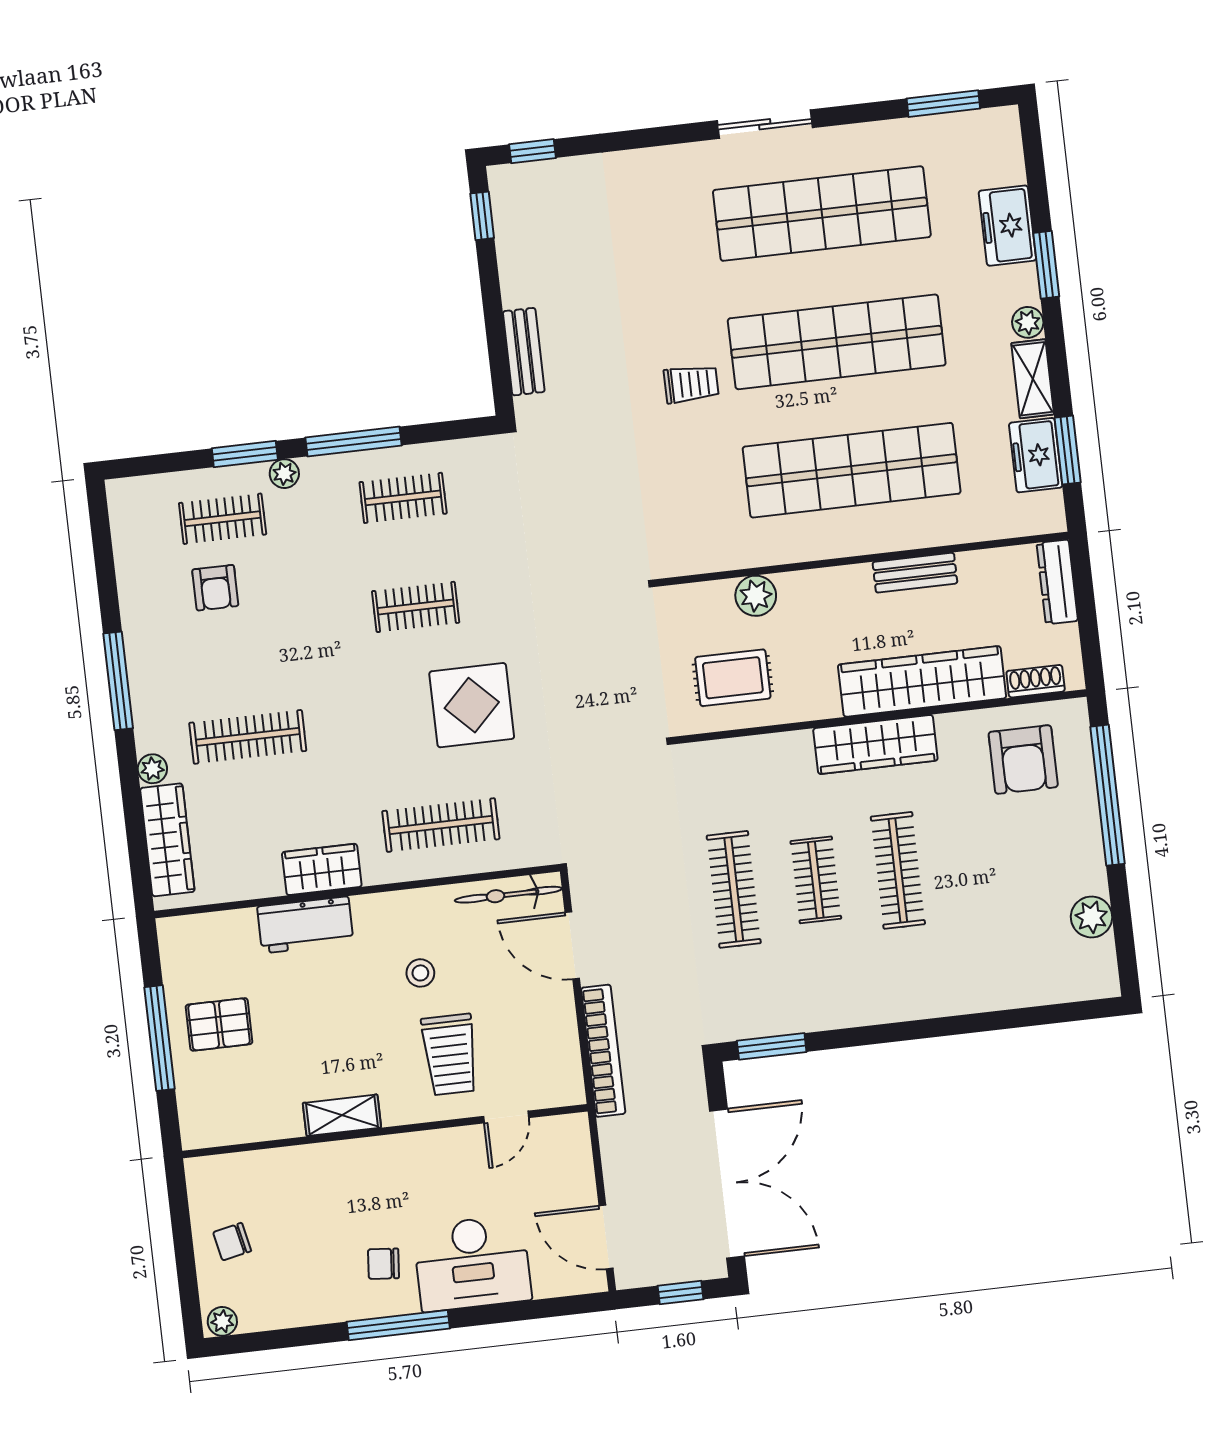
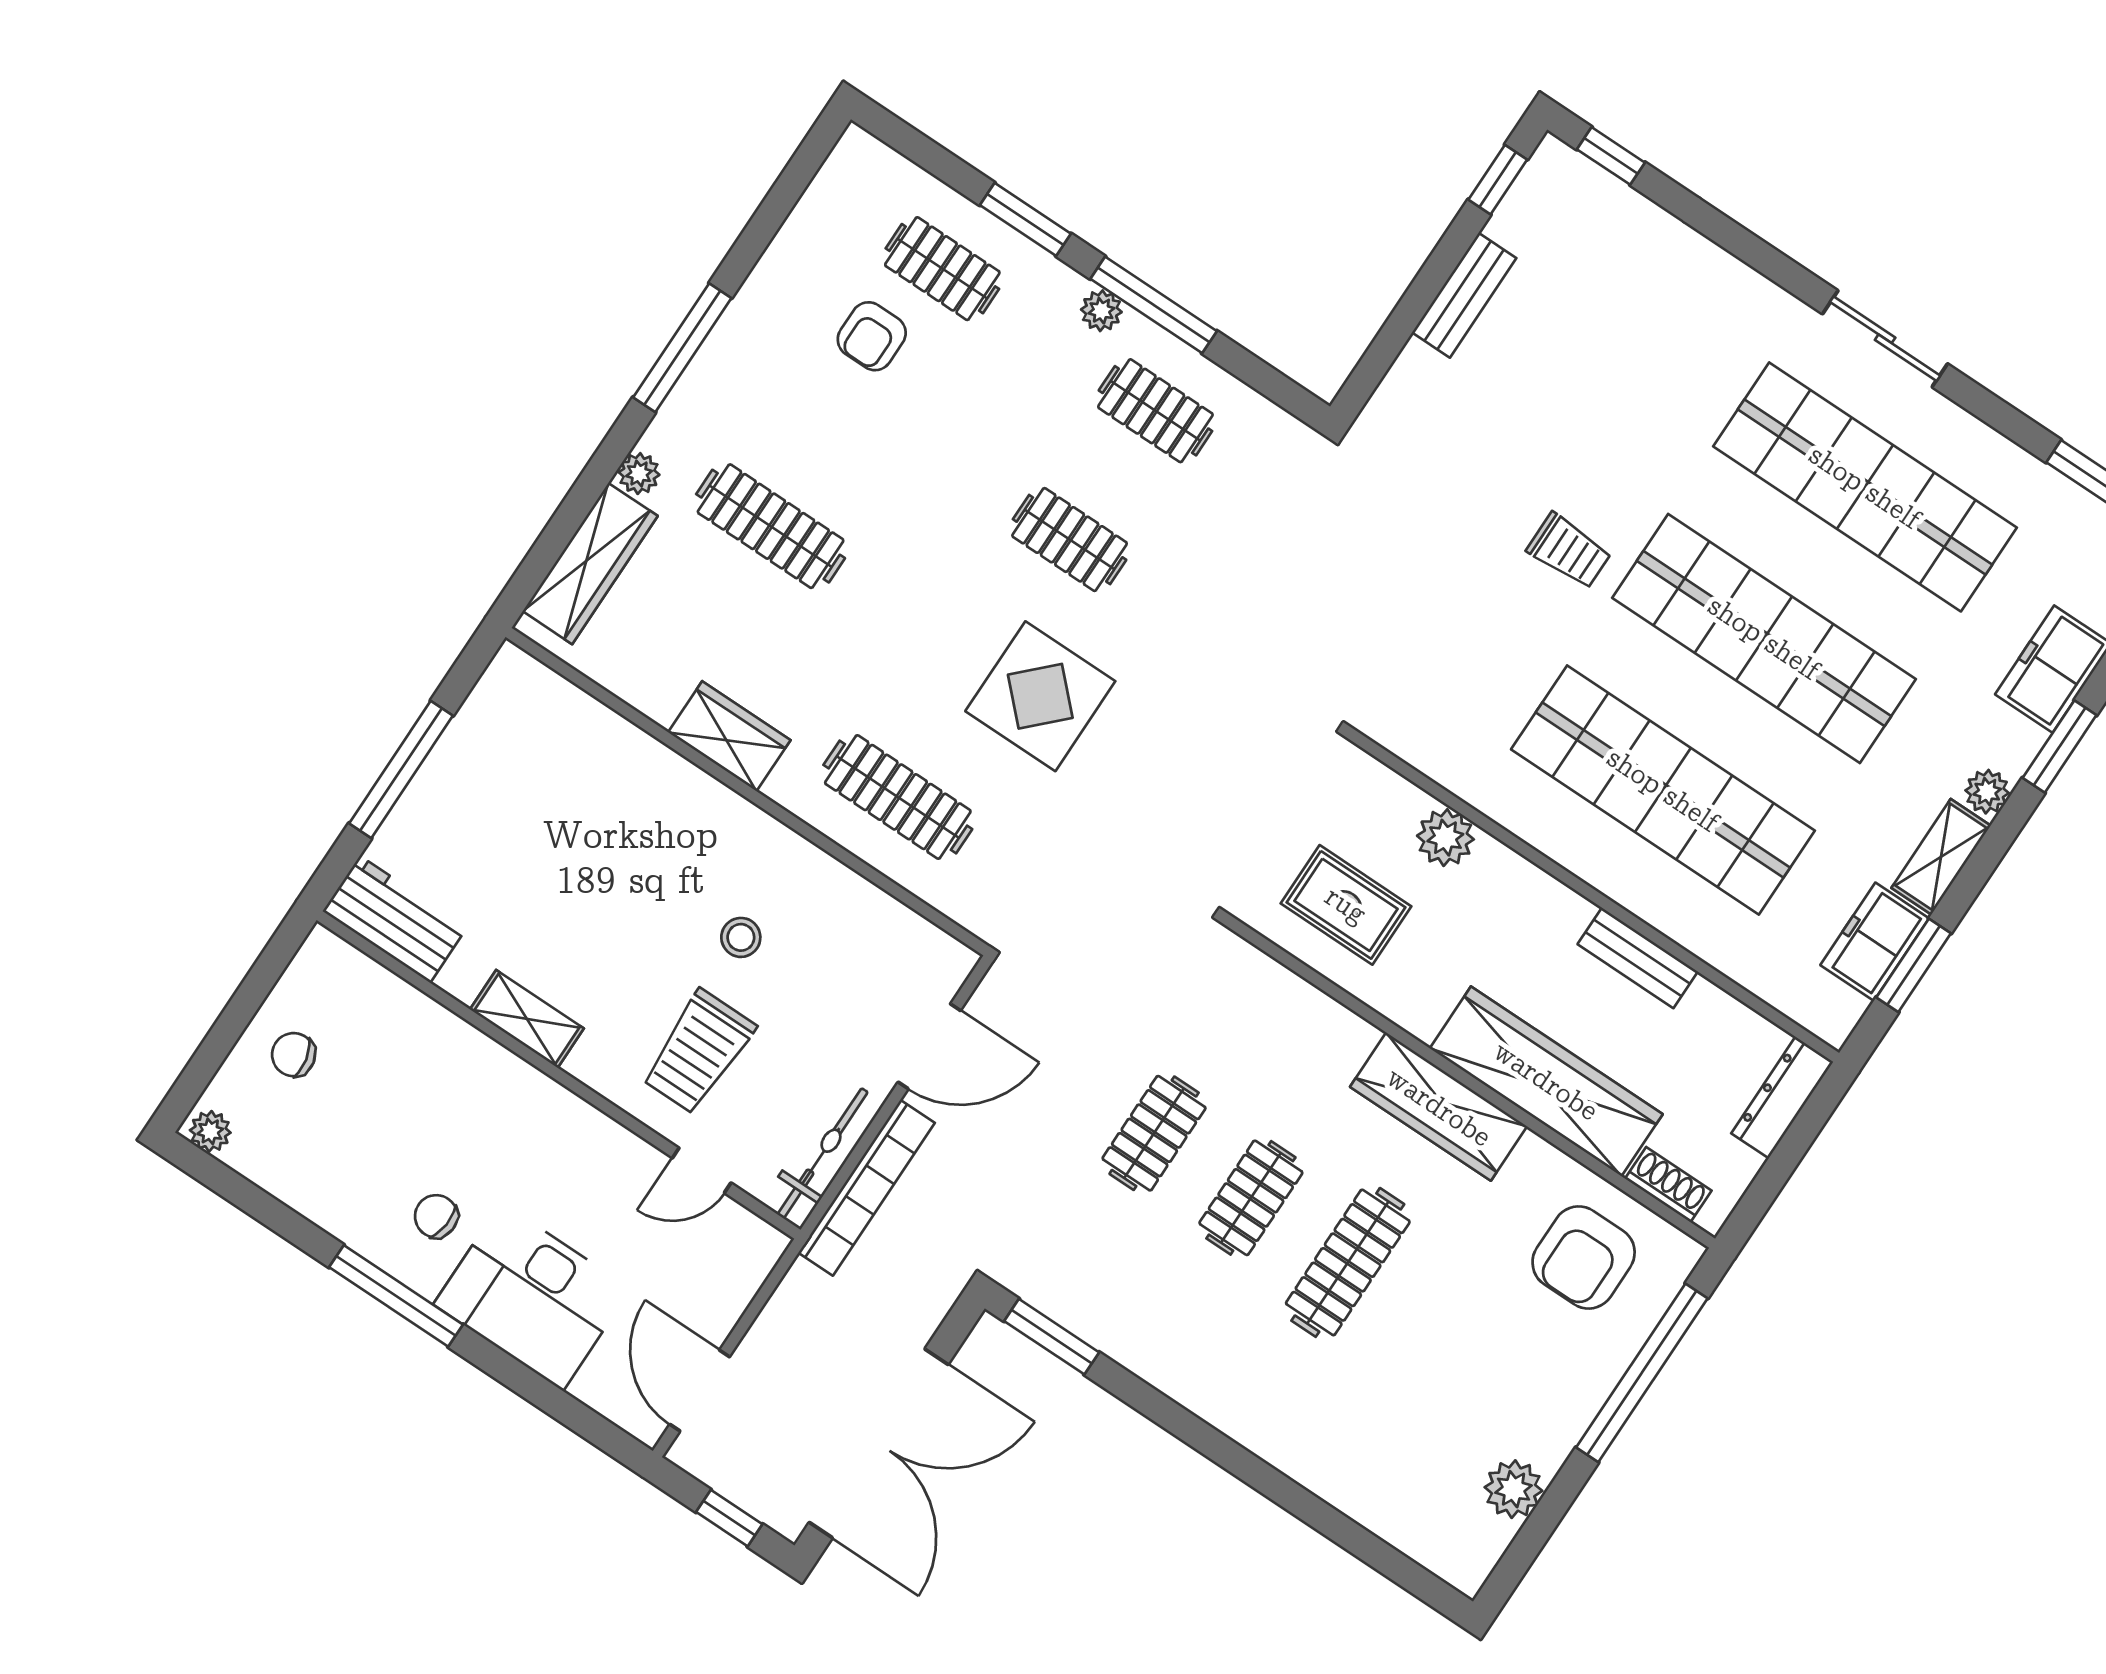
bench: (524, 352) -> (1464, 295), moved
plant: (284, 474) -> (1101, 311), moved
clothes rail: (734, 889) -> (1154, 1133), width x0.73
bicycle: (508, 895) -> (823, 1153), moved, turned 90
workbench: (305, 925) -> (395, 919), moved, turned 180
door: (572, 945) -> (929, 1046), swing flipped
pallet: (219, 1024) -> (477, 809), removed

